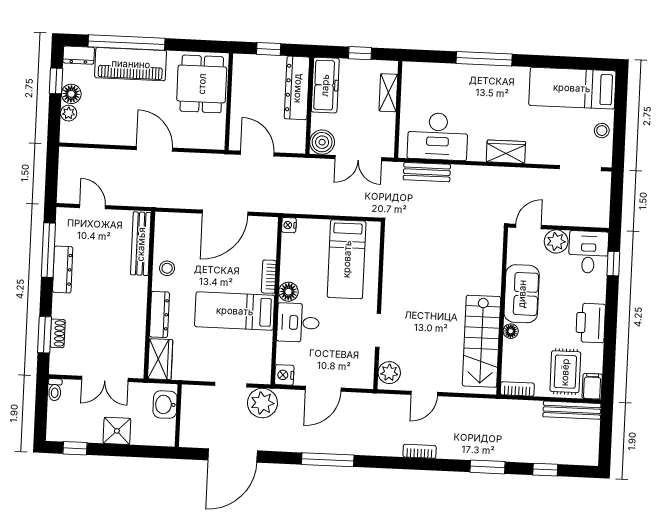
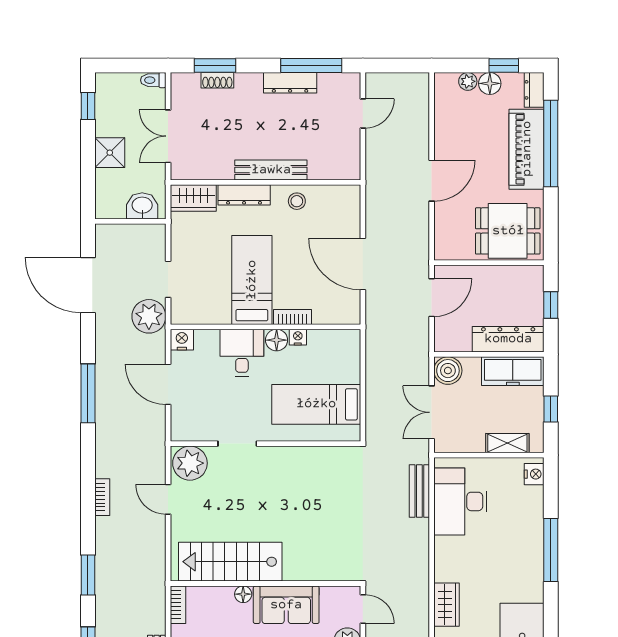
nightstand: (417, 70) -> (534, 474), added
wardrobe: (506, 152) -> (447, 605), moved
nightstand: (289, 225) -> (298, 337), moved
bench: (141, 244) -> (271, 170), moved
plant: (389, 373) -> (190, 463), width x1.36, depth x1.36

